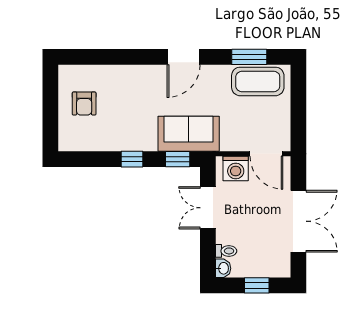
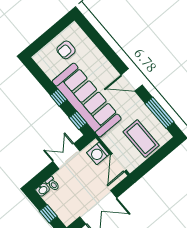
window: (249, 57) -> (160, 113), width x1.44
coffee table: (258, 81) -> (141, 139), moved
sofa: (189, 134) -> (87, 100), width x1.85, depth x1.27

